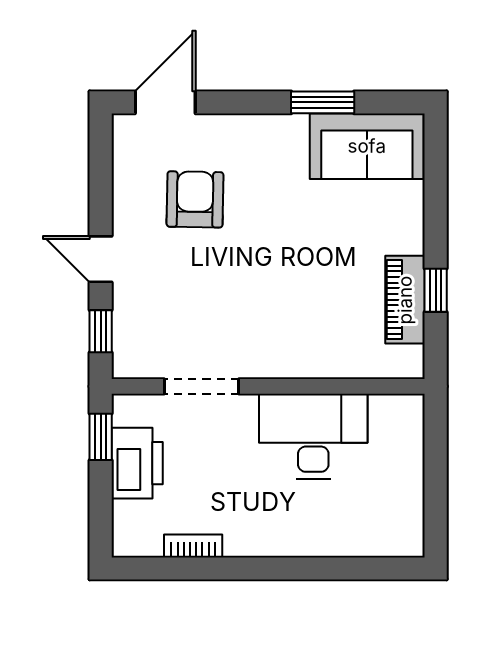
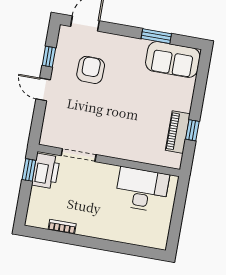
window: (101, 331) -> (49, 57), moved
desk: (313, 436) -> (142, 190), moved
printer: (137, 463) -> (46, 171), moved

